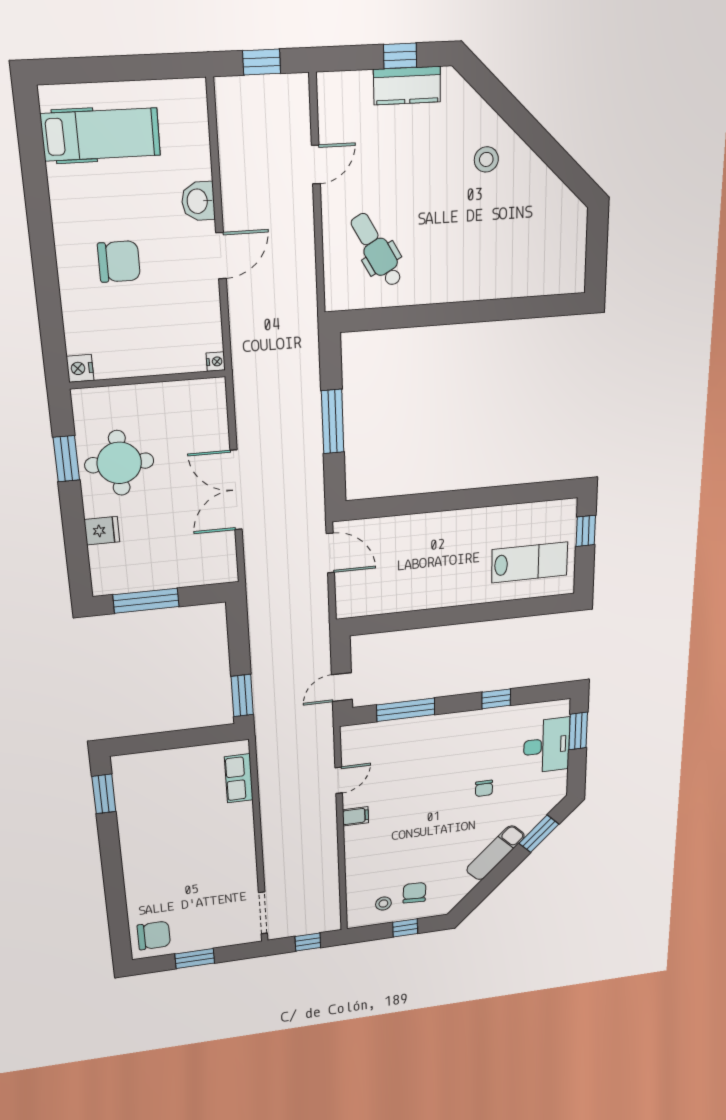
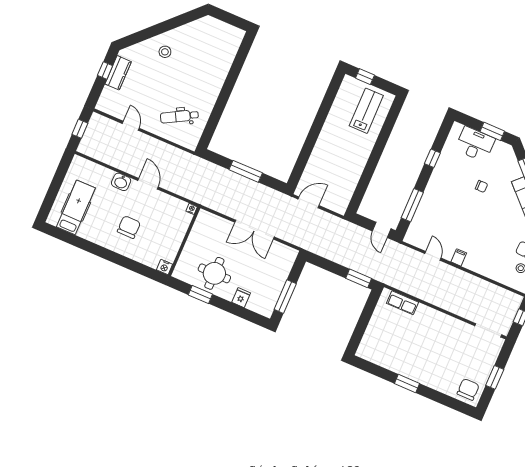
window: (578, 731) -> (492, 131), moved
window: (104, 794) -> (407, 384), moved

